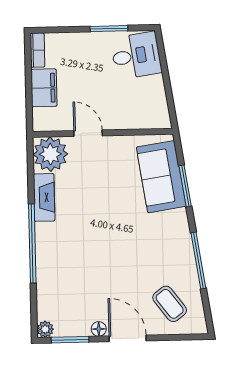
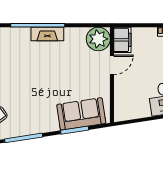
filing cabinet: (44, 88) -> (122, 40), moved, turned -90
fireplace: (44, 197) -> (47, 34), moved

